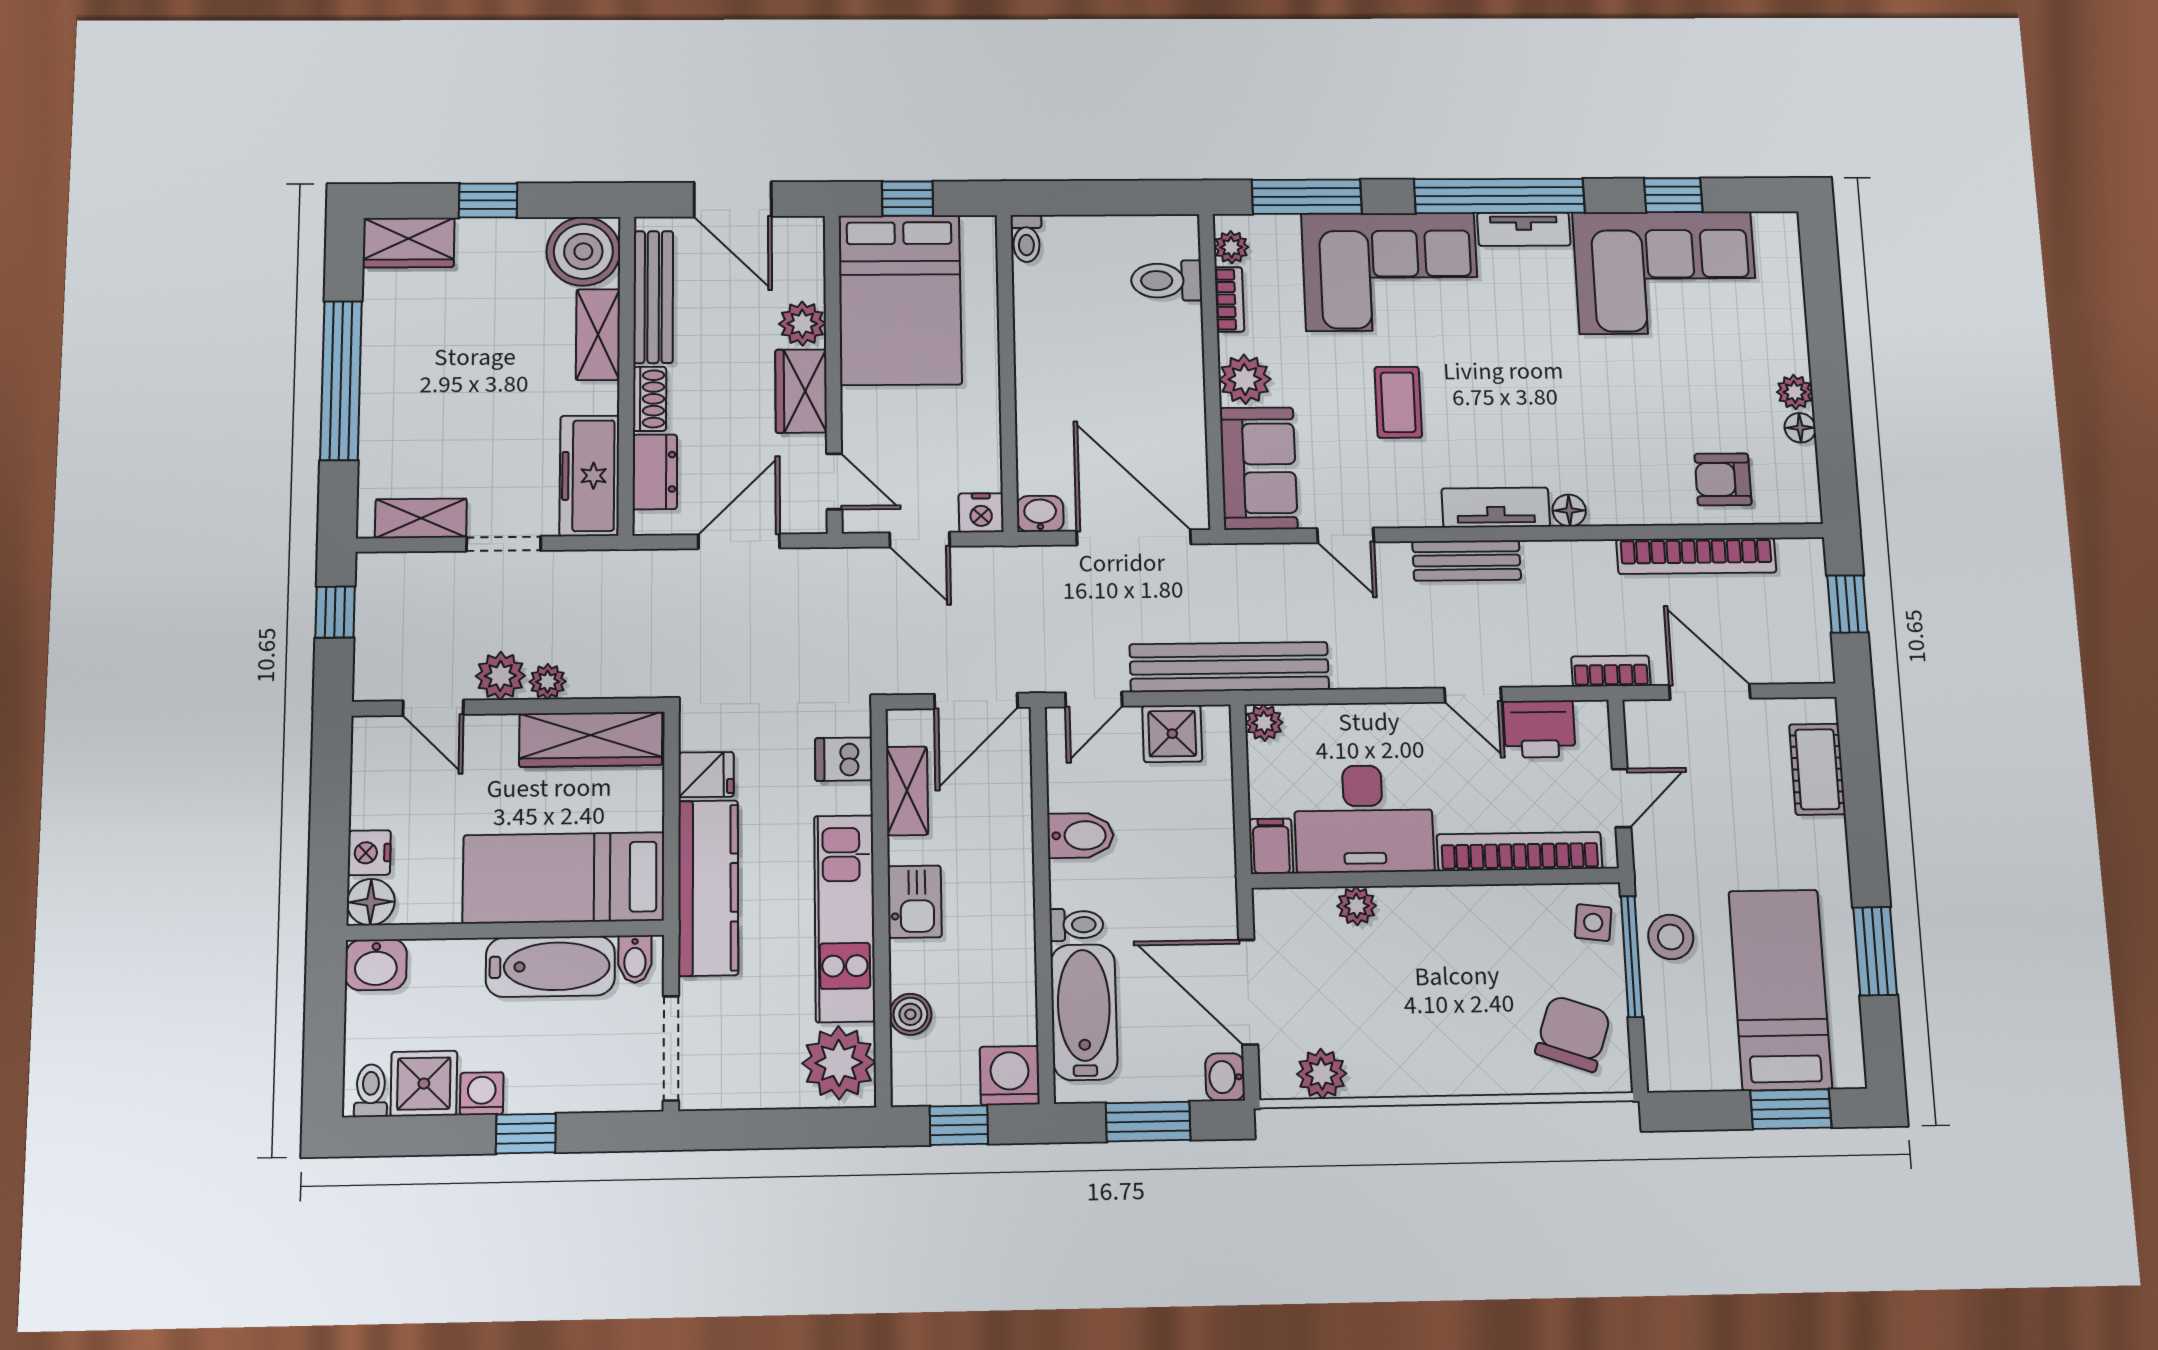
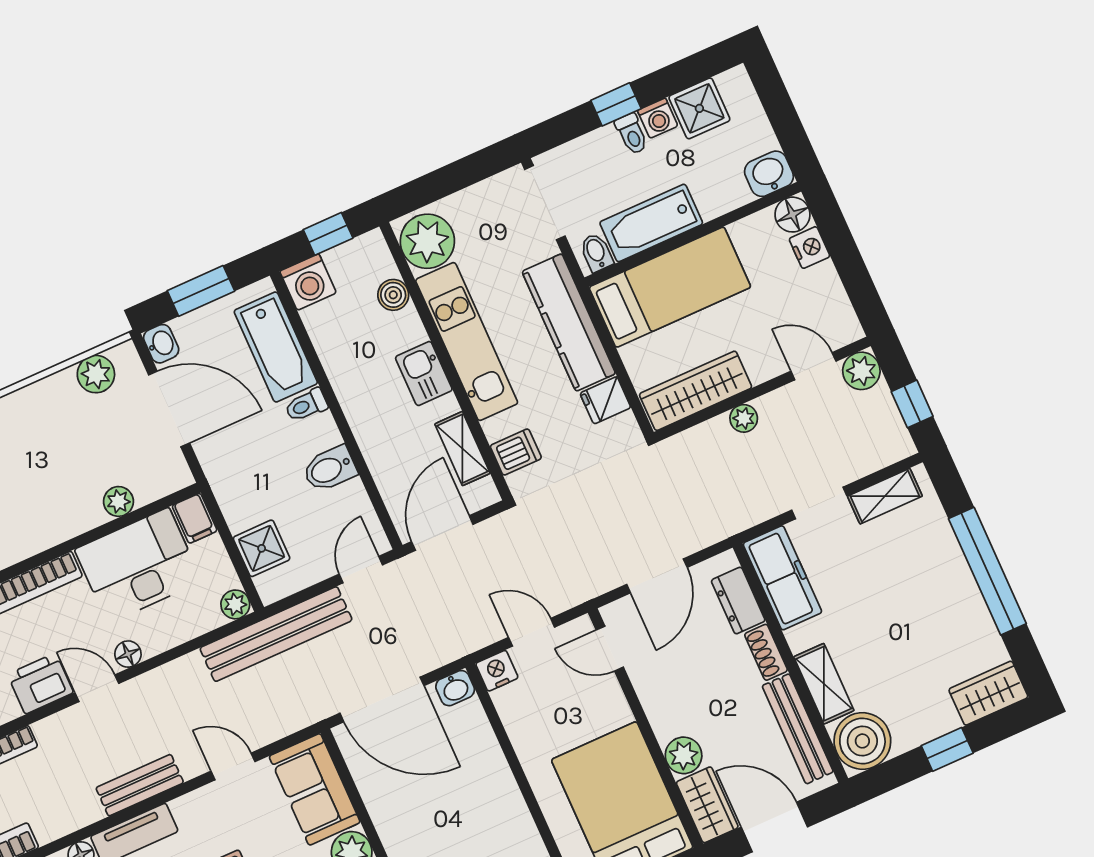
wardrobe: (801, 391) -> (707, 805), moved
plant: (500, 676) -> (861, 371), moved
floor lamp: (1419, 719) -> (128, 654), added
shower: (1172, 734) -> (262, 548), moved
toilet: (371, 1091) -> (632, 134), moved

